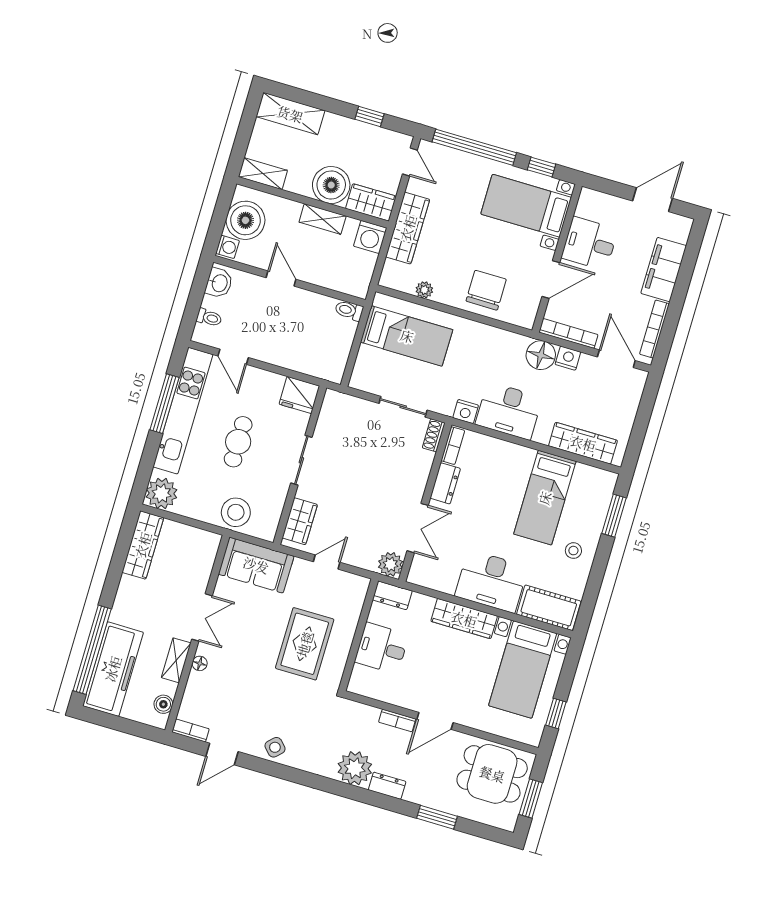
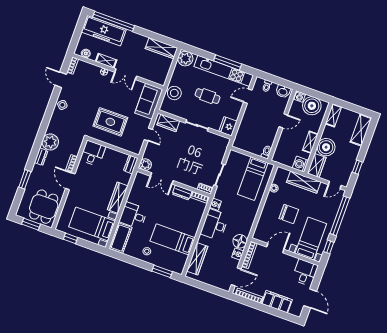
desk: (590, 244) -> (305, 272), moved
door: (551, 280) -> (275, 248), swing flipped
chair: (486, 290) -> (289, 214), moved
desk: (491, 581) -> (133, 215), width x0.73
desk: (382, 648) -> (93, 153), moved

